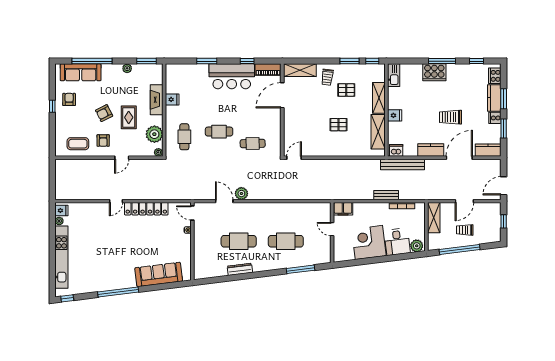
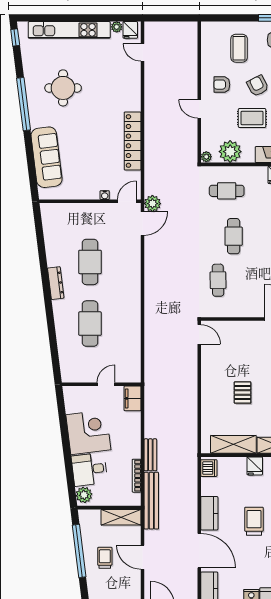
trolley: (451, 117) -> (254, 521), moved
coffee table: (78, 144) -> (239, 48), moved
bench: (403, 165) -> (151, 501), moved
plant: (241, 194) -> (152, 204), moved
door: (116, 201) -> (143, 52), moved
door: (224, 201) -> (143, 224), moved
round table: (106, 262) -> (63, 88), added
dresser: (240, 269) -> (56, 283), moved
window: (301, 269) -> (53, 343), removed

